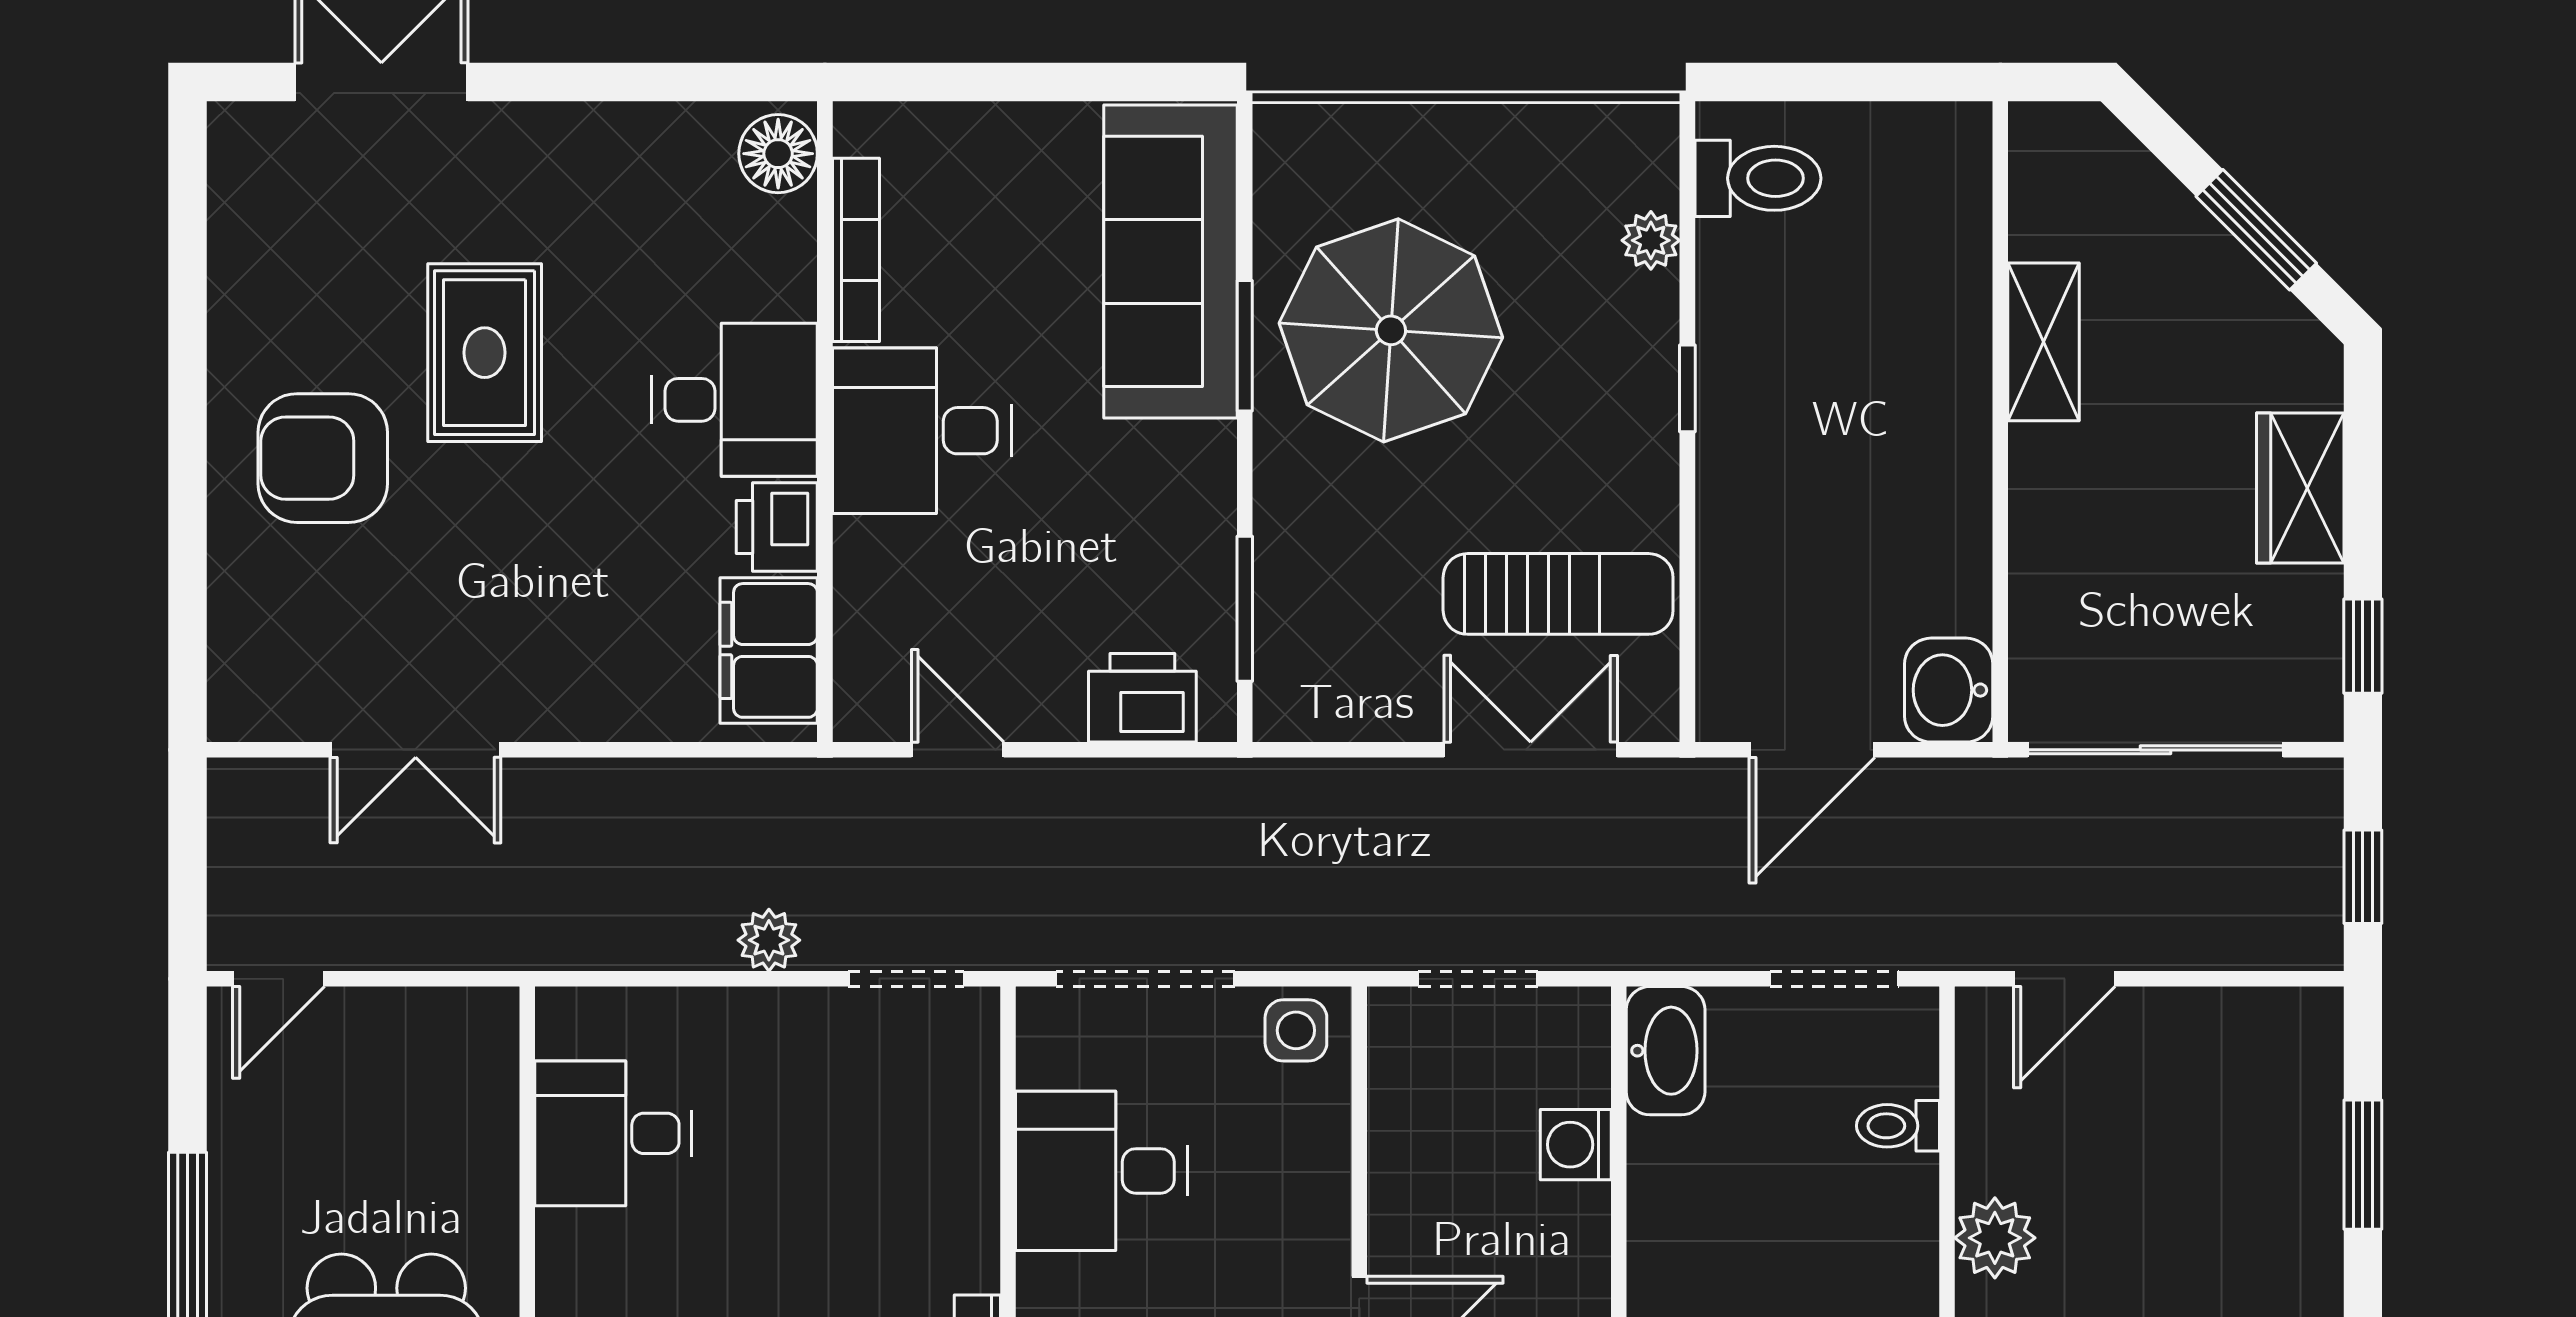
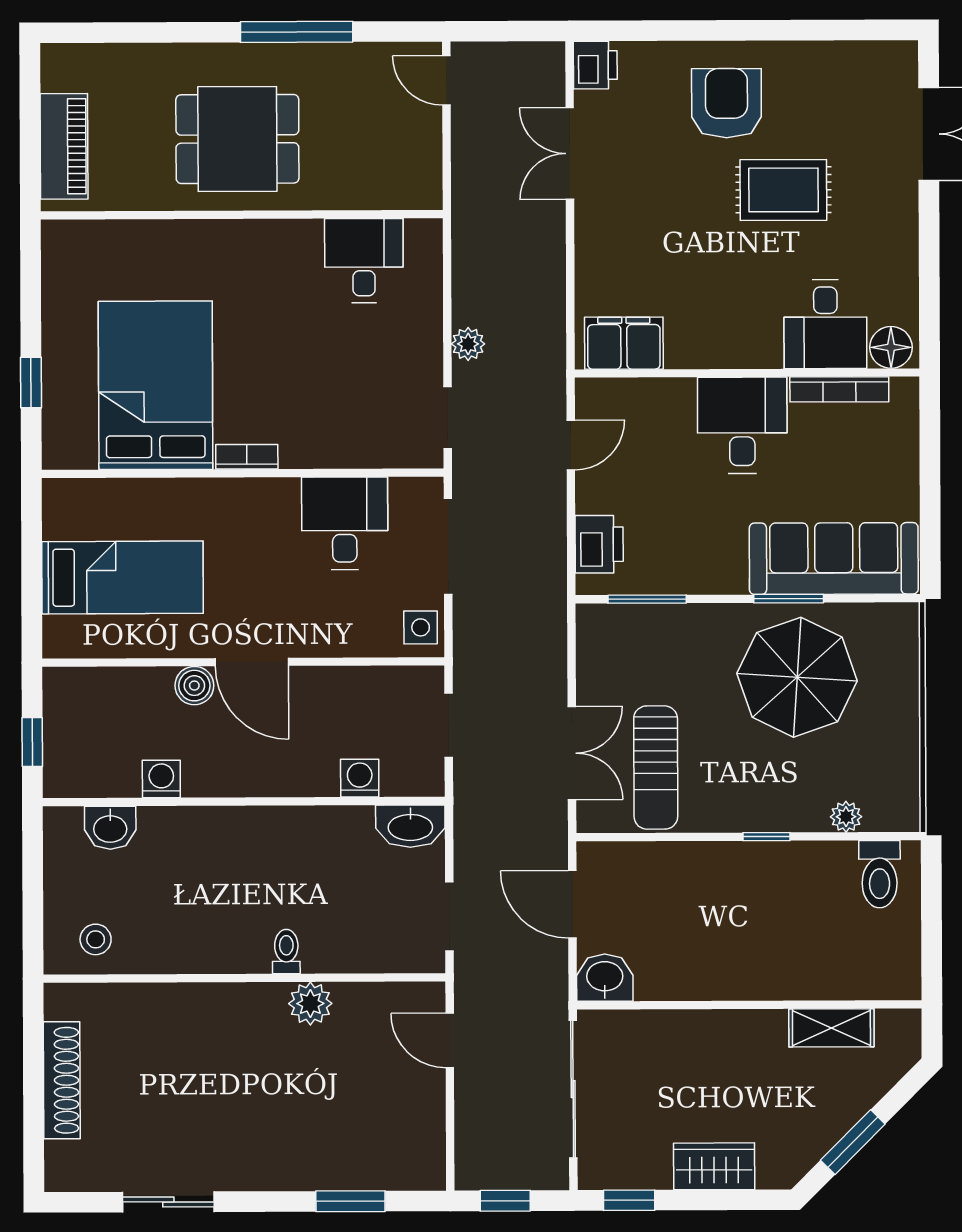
shelving: (2043, 342) -> (831, 1028), moved
desk: (735, 400) -> (825, 324), moved
printer: (777, 527) -> (595, 65), moved, turned 90
toilet: (1898, 1126) -> (286, 952), moved

